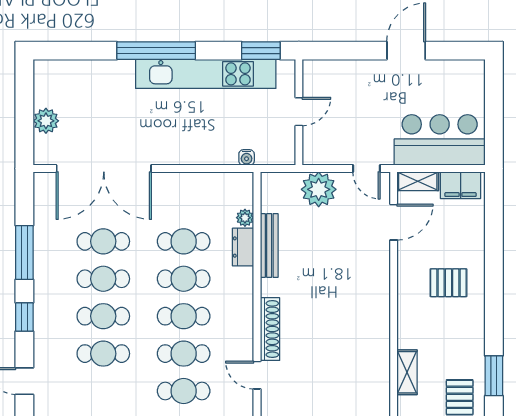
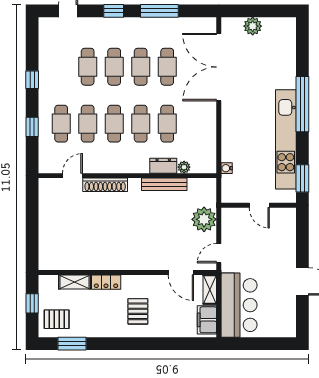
locker: (407, 328) -> (106, 282), added

